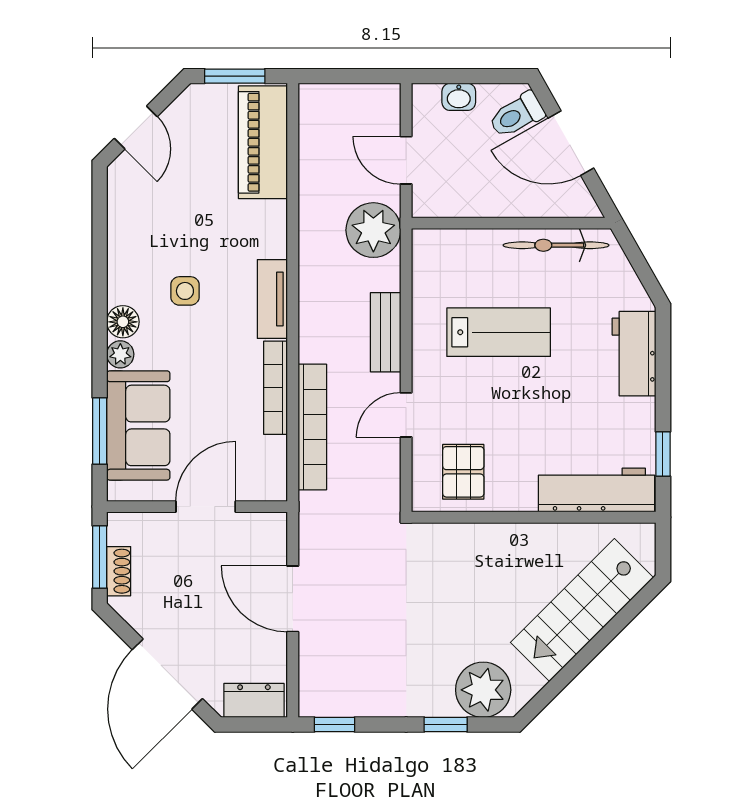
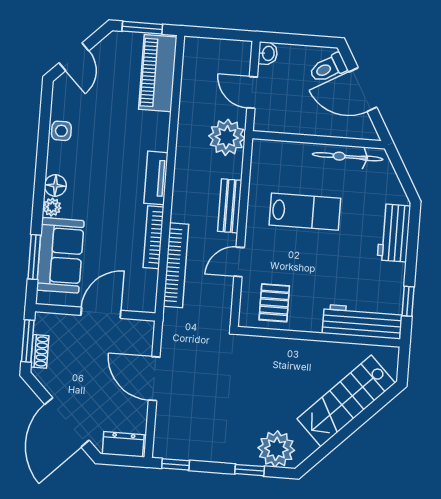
washbasin: (459, 97) -> (268, 53), moved, turned -90
side table: (185, 291) -> (61, 131), moved

